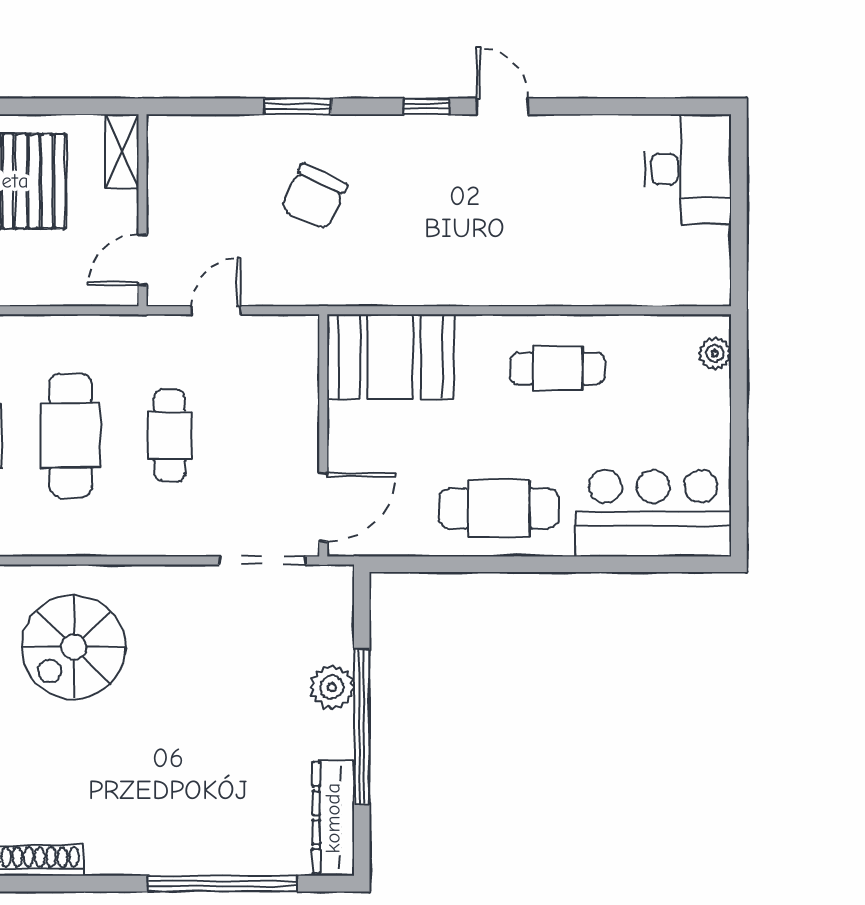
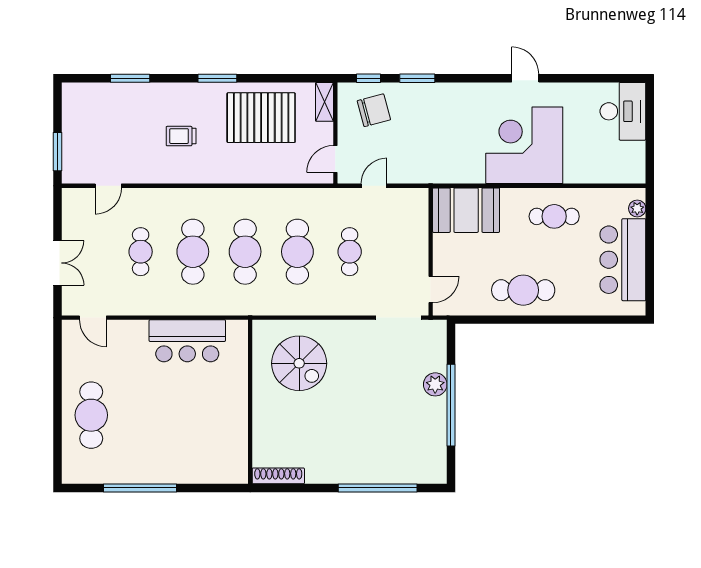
window: (426, 106) -> (368, 78), moved
chair: (314, 197) -> (374, 110), moved, turned -130
corner desk: (501, 234) -> (524, 145), added
door: (323, 507) -> (431, 290), width x0.73
bar counter: (653, 513) -> (623, 260), moved, turned -90
spiral stairs: (74, 647) -> (299, 363), turned -90
dresser: (333, 818) -> (436, 453), removed

